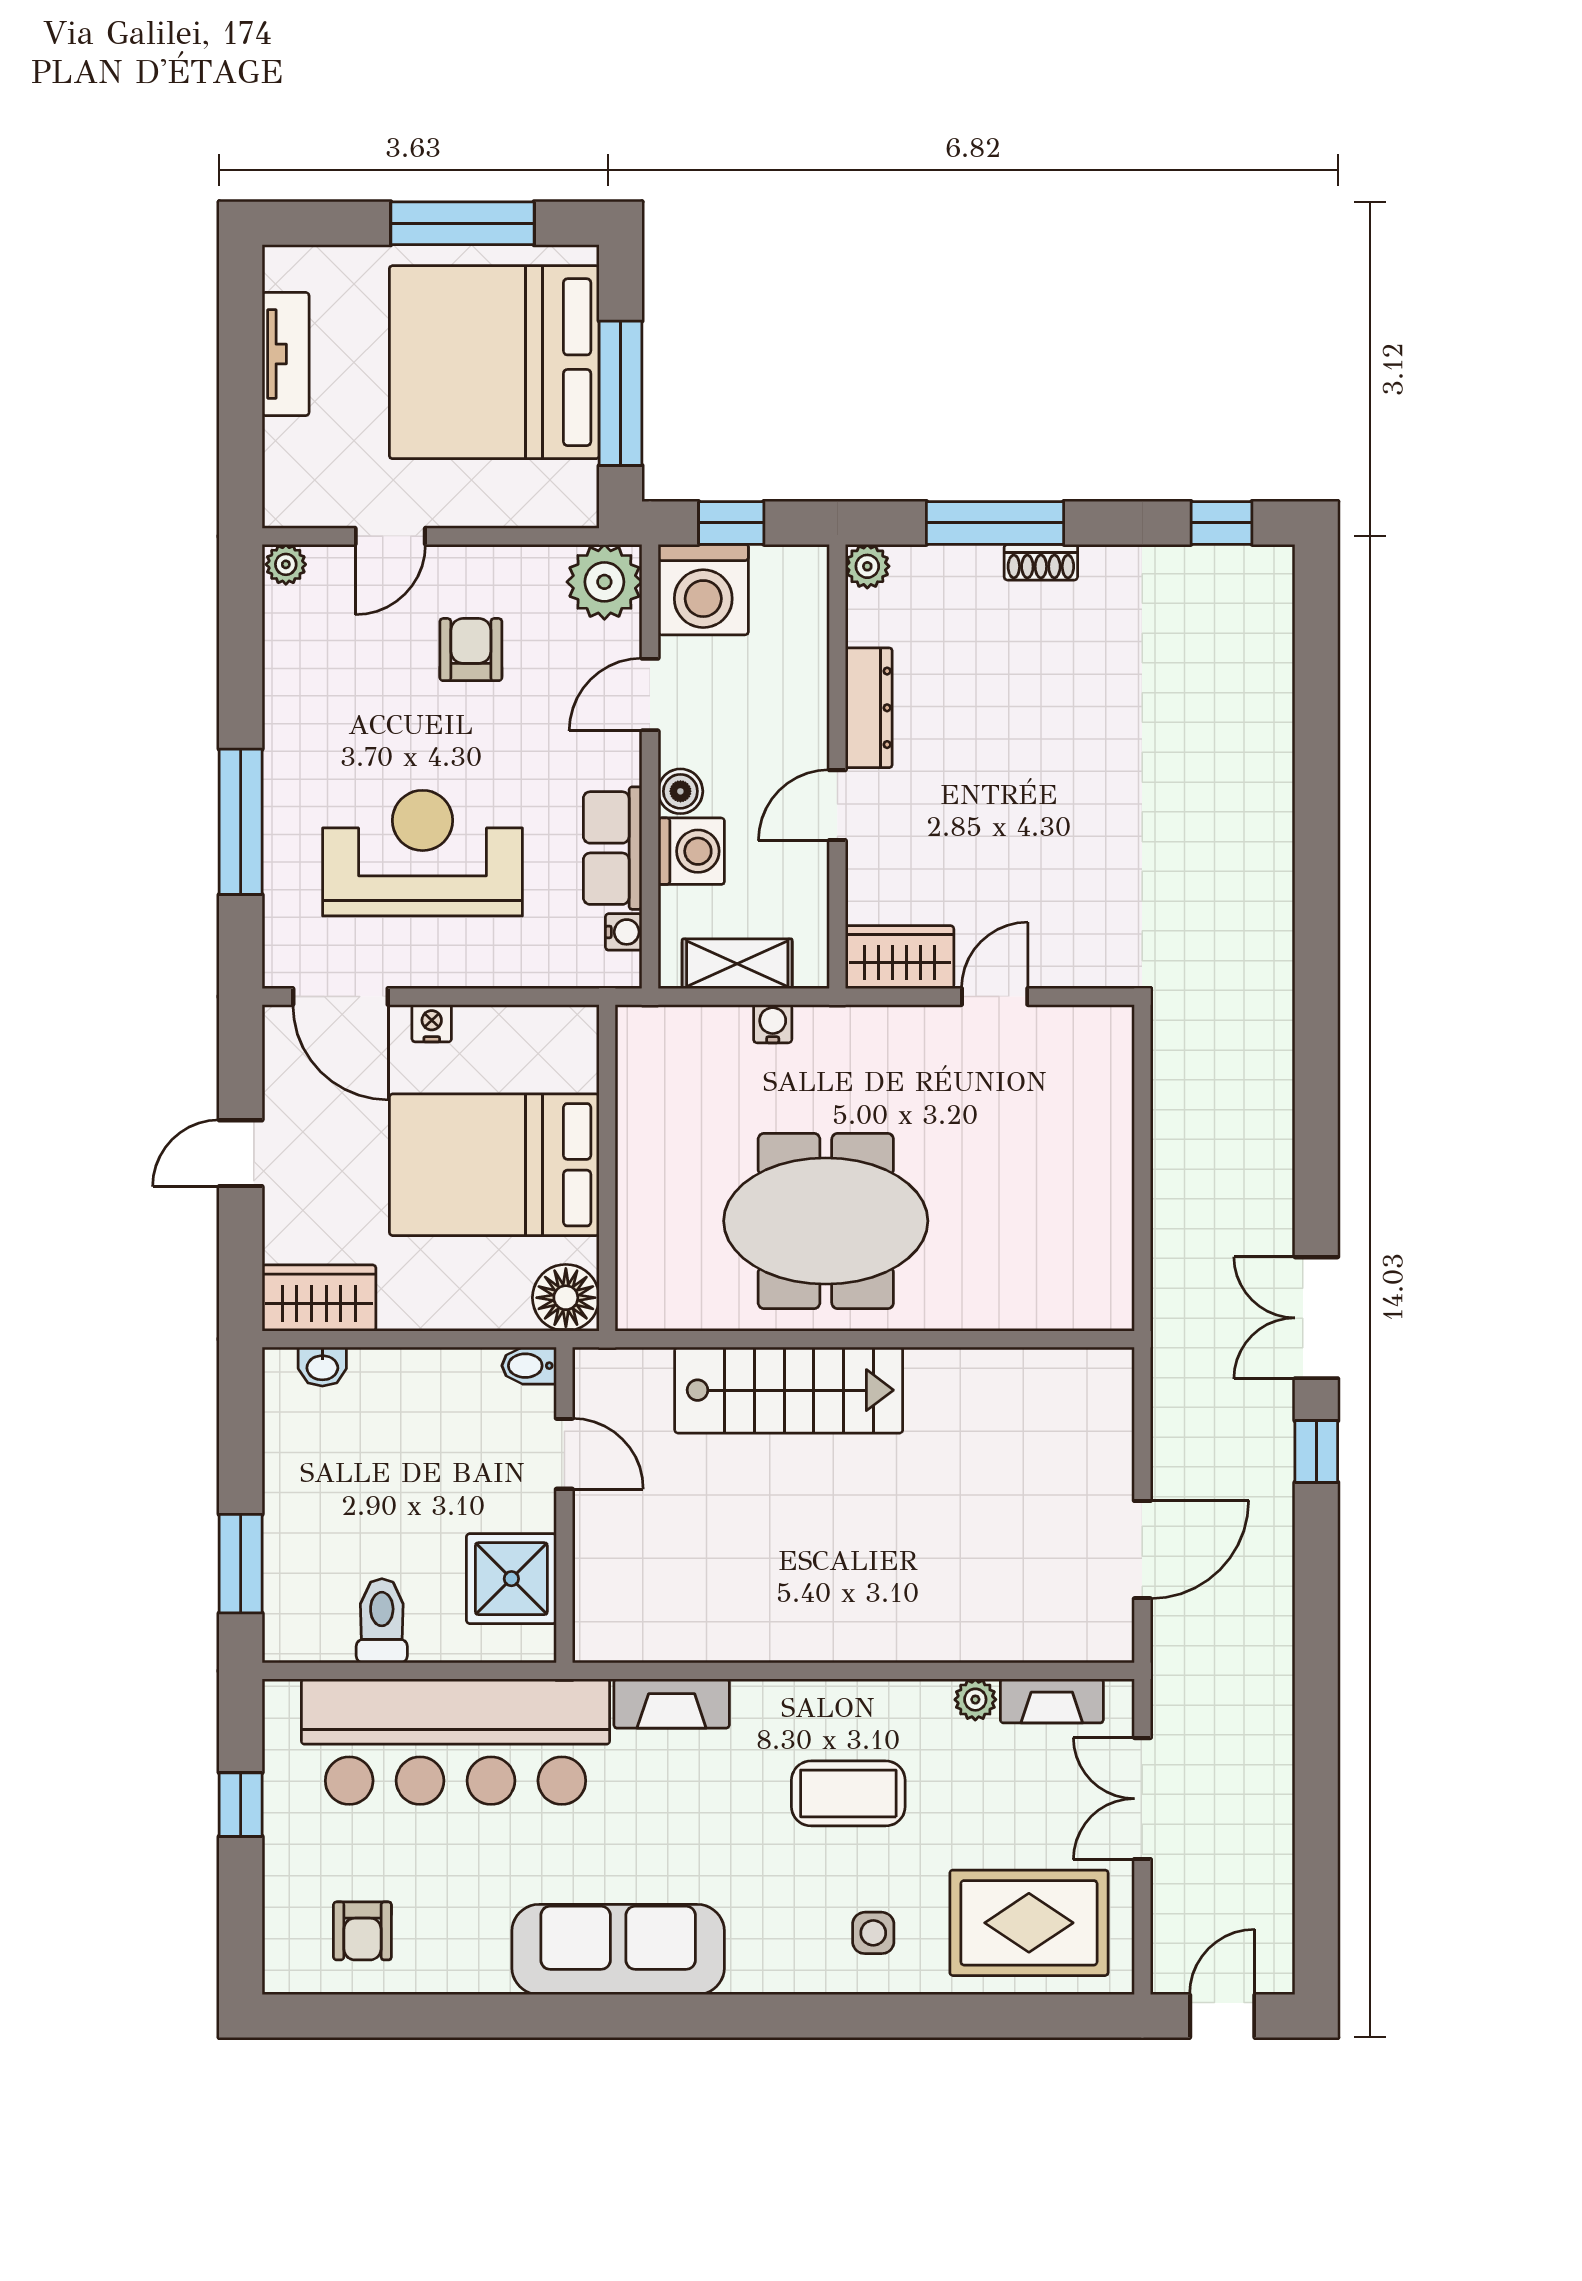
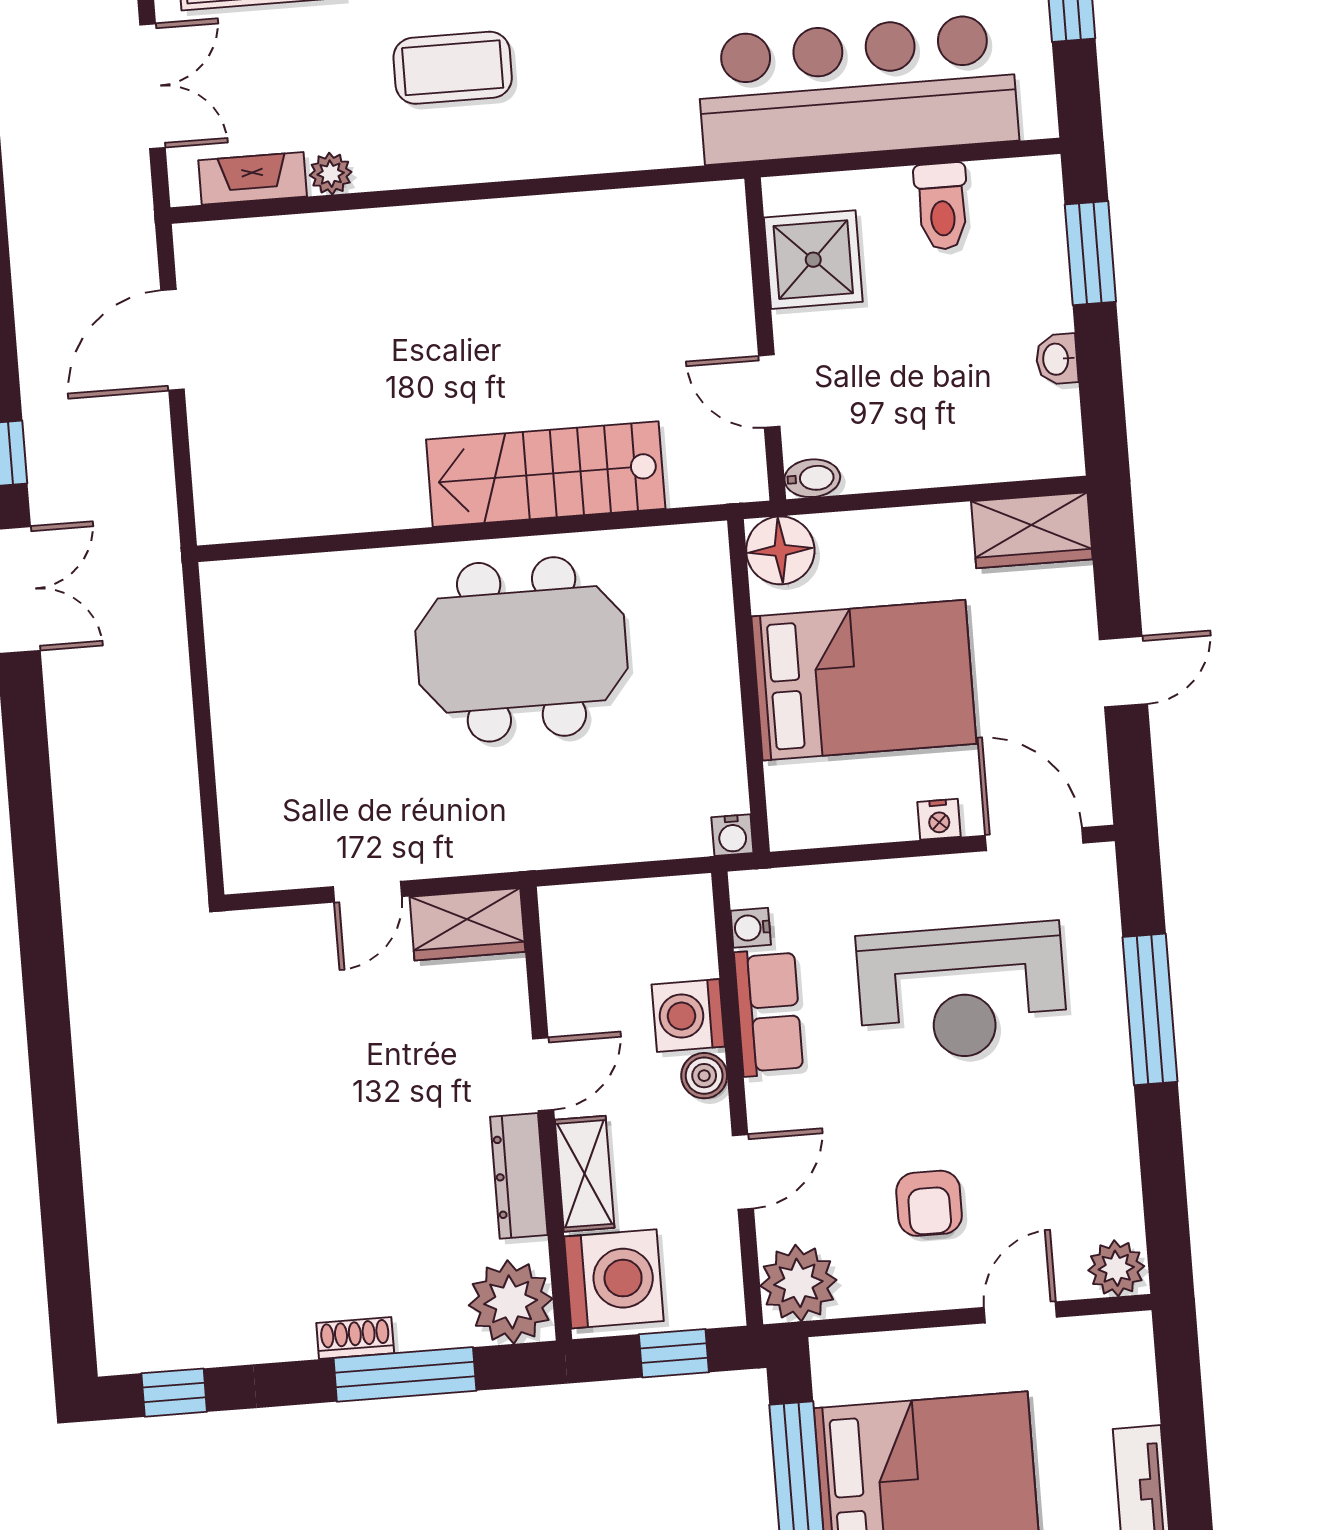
plant: (286, 564) -> (1116, 1268), width x1.38, depth x1.38
plant: (867, 566) -> (511, 1302), width x1.88, depth x1.88
washing machine: (703, 590) -> (614, 1279), moved, turned 90
shelving: (737, 964) -> (585, 1174), moved, turned 90
water cooler: (773, 1024) -> (732, 835), moved
washbasin: (322, 1367) -> (1057, 359), moved, turned -90
fireplace: (672, 1704) -> (640, 145), removed

